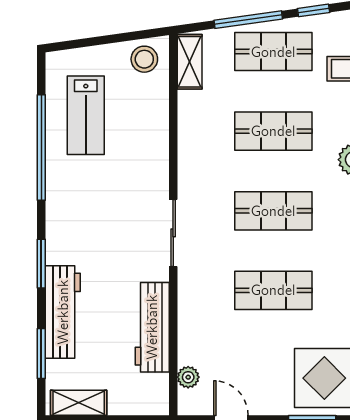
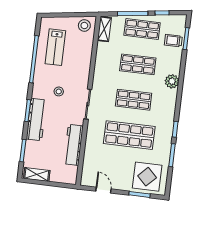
stool: (105, 213) -> (59, 91), added
shop shelf: (273, 290) -> (129, 135), width x1.43, depth x1.36
workbench: (63, 312) -> (36, 120), moved
plant: (188, 377) -> (87, 169), removed

